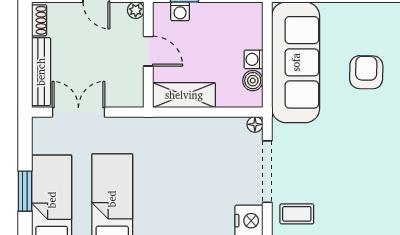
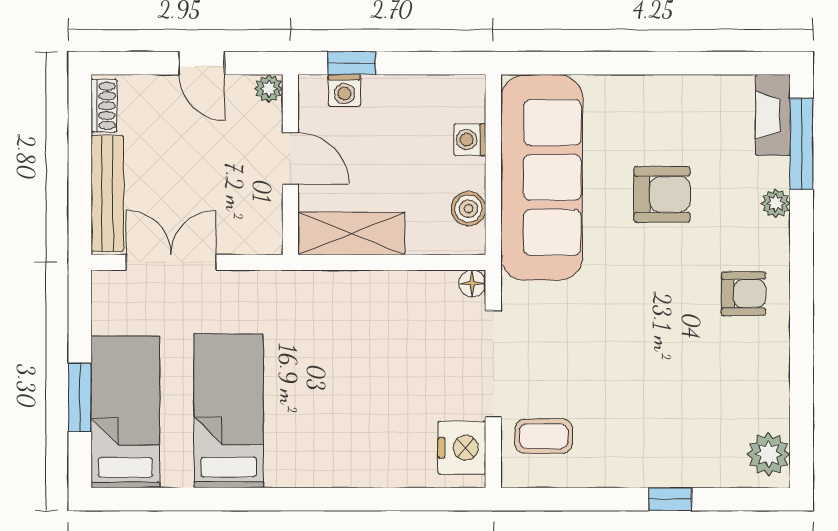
washing machine: (254, 59) -> (470, 140), moved
armchair: (366, 72) -> (662, 194), turned 89

